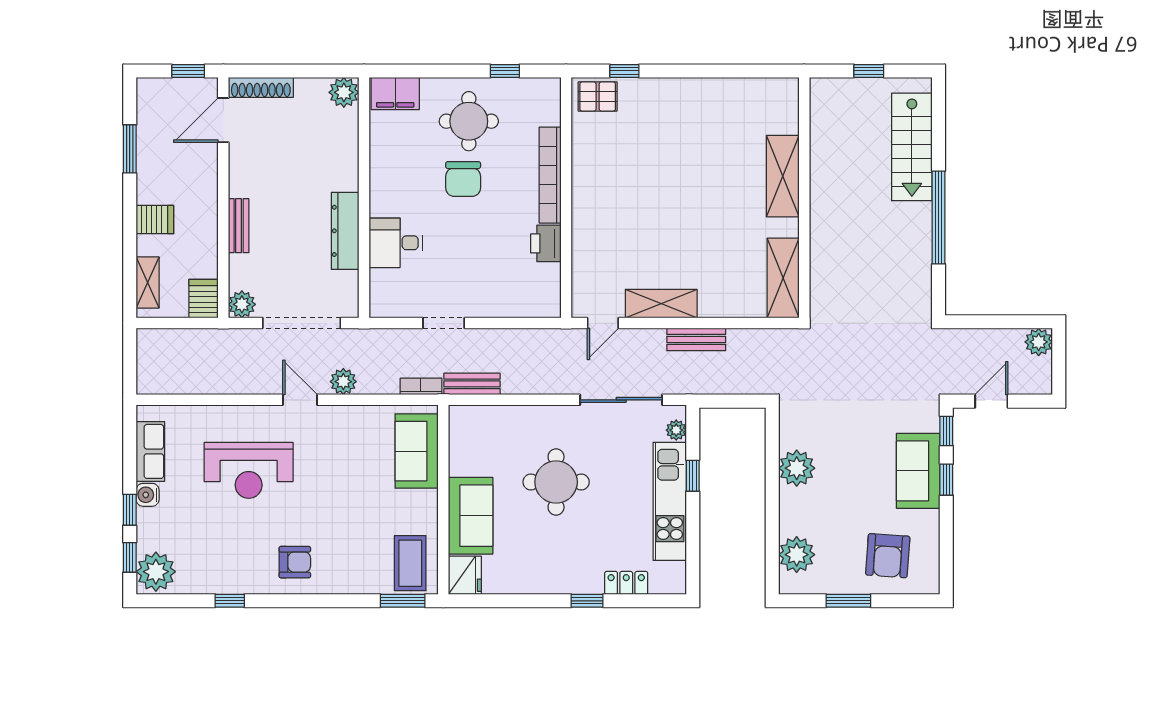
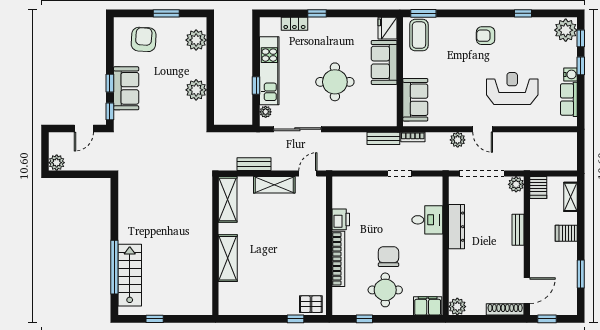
shelving: (783, 176) -> (228, 258), moved
wall: (804, 198) -> (215, 246), moved
window: (939, 218) -> (114, 267), moved
shelving: (783, 278) -> (228, 199), moved

